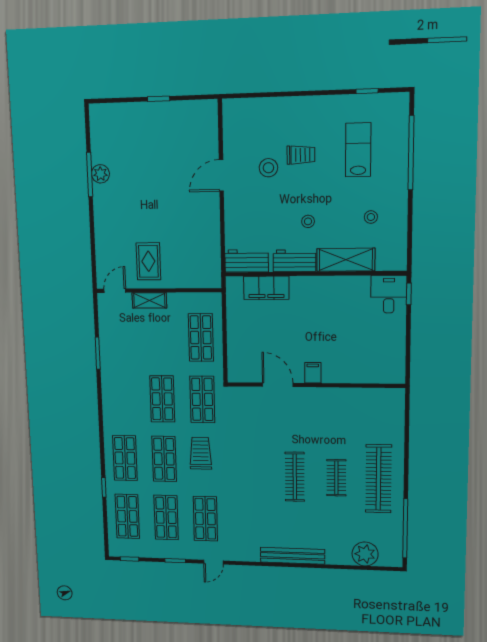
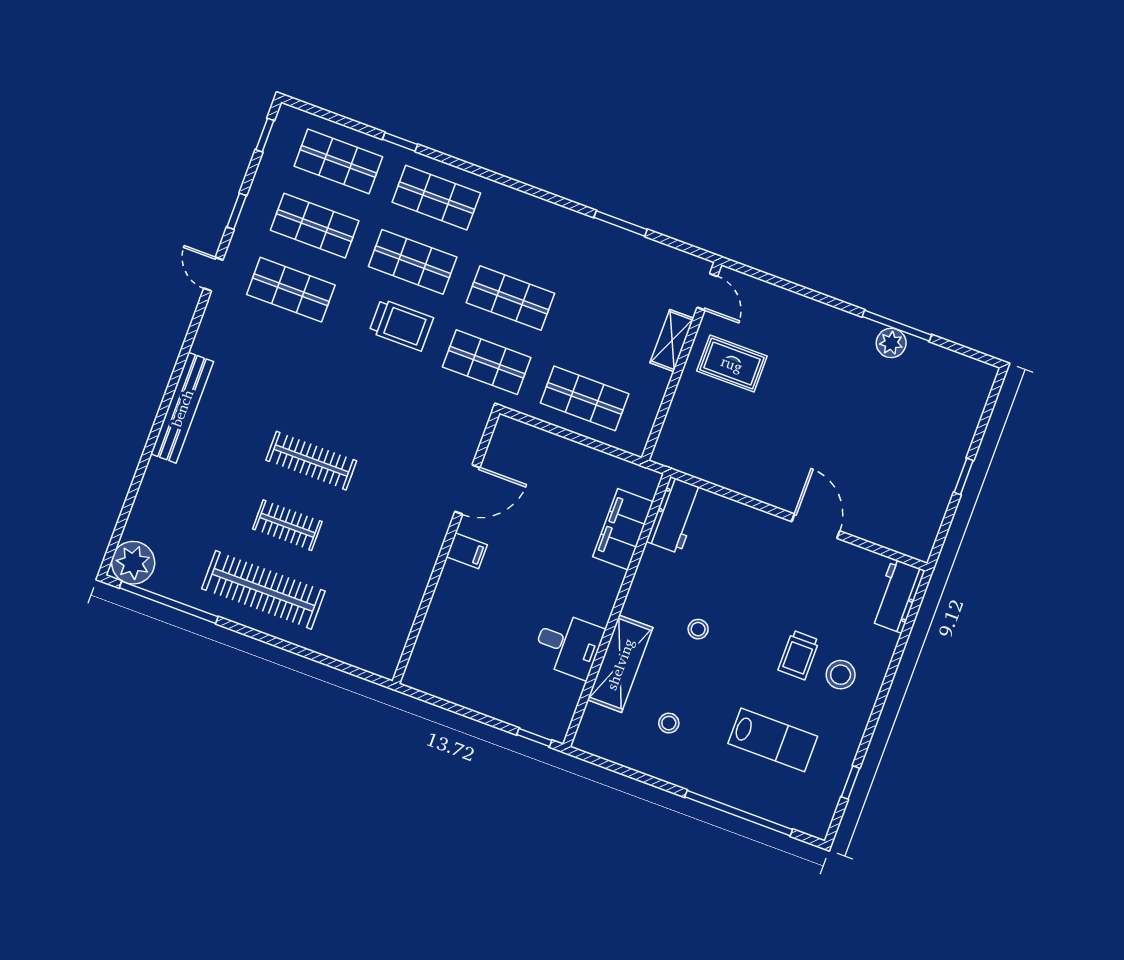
stool: (268, 168) -> (841, 675), moved
workbench: (294, 261) -> (897, 596), moved, turned 180
desk: (389, 294) -> (568, 645), moved
plant: (365, 554) -> (133, 563), moved

